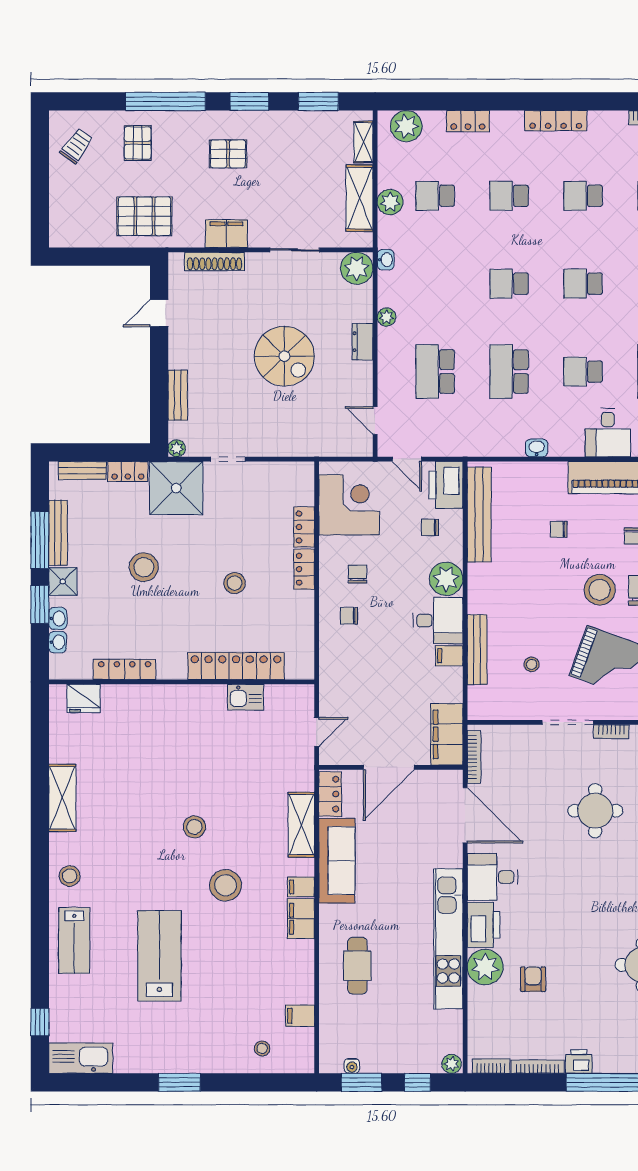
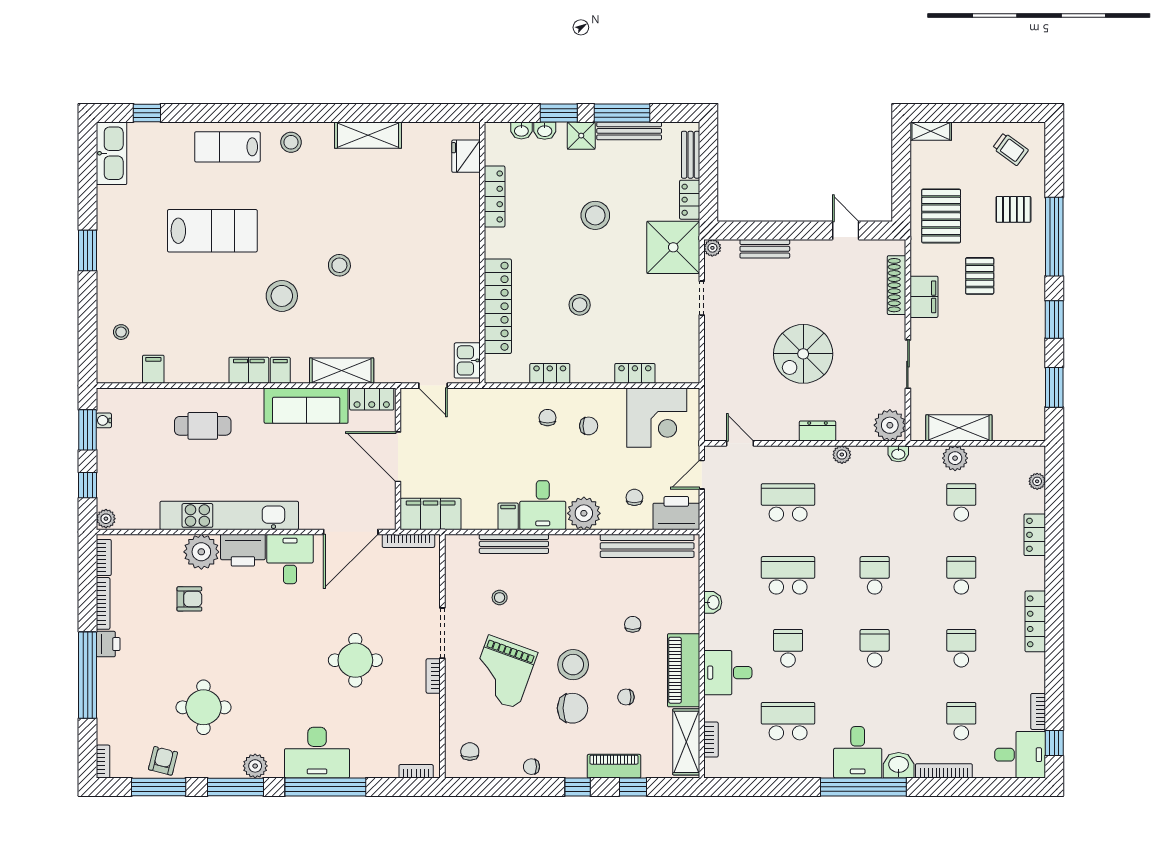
plant: (406, 126) -> (1037, 481), width x0.53, depth x0.53
shelving: (363, 142) -> (931, 131), moved
pallet: (228, 154) -> (980, 276), moved
door: (375, 420) -> (740, 443), hinge flipped
locker: (304, 569) -> (550, 373), moved
kitchen sink: (245, 697) -> (467, 360), moved

